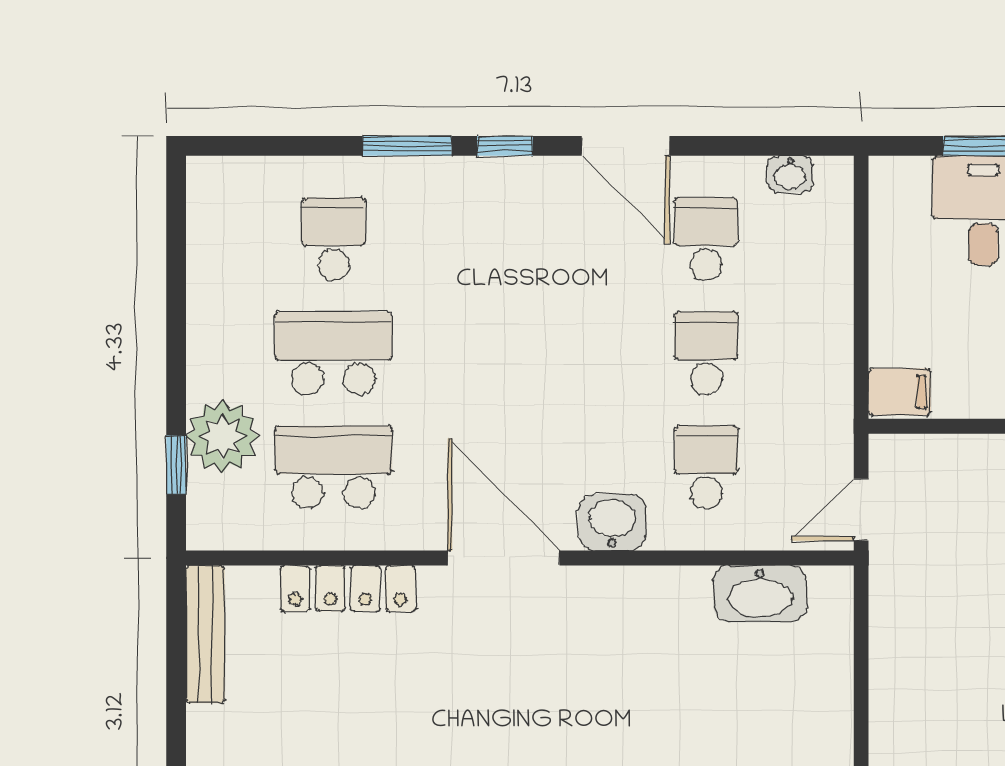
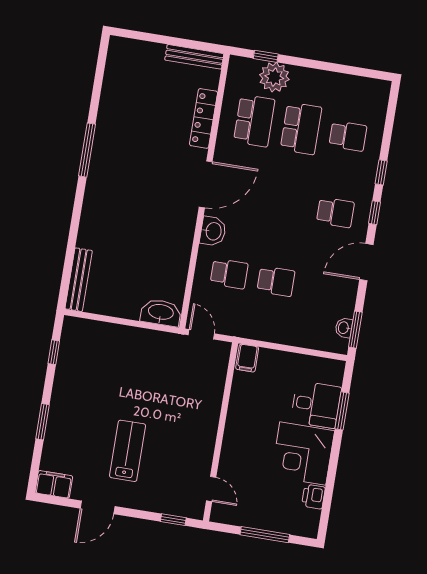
window: (407, 146) -> (381, 172), width x0.67
window: (790, 146) -> (355, 330), added
school desk: (706, 239) -> (335, 212), moved
washbasin: (760, 594) -> (161, 313), moved, turned 90

